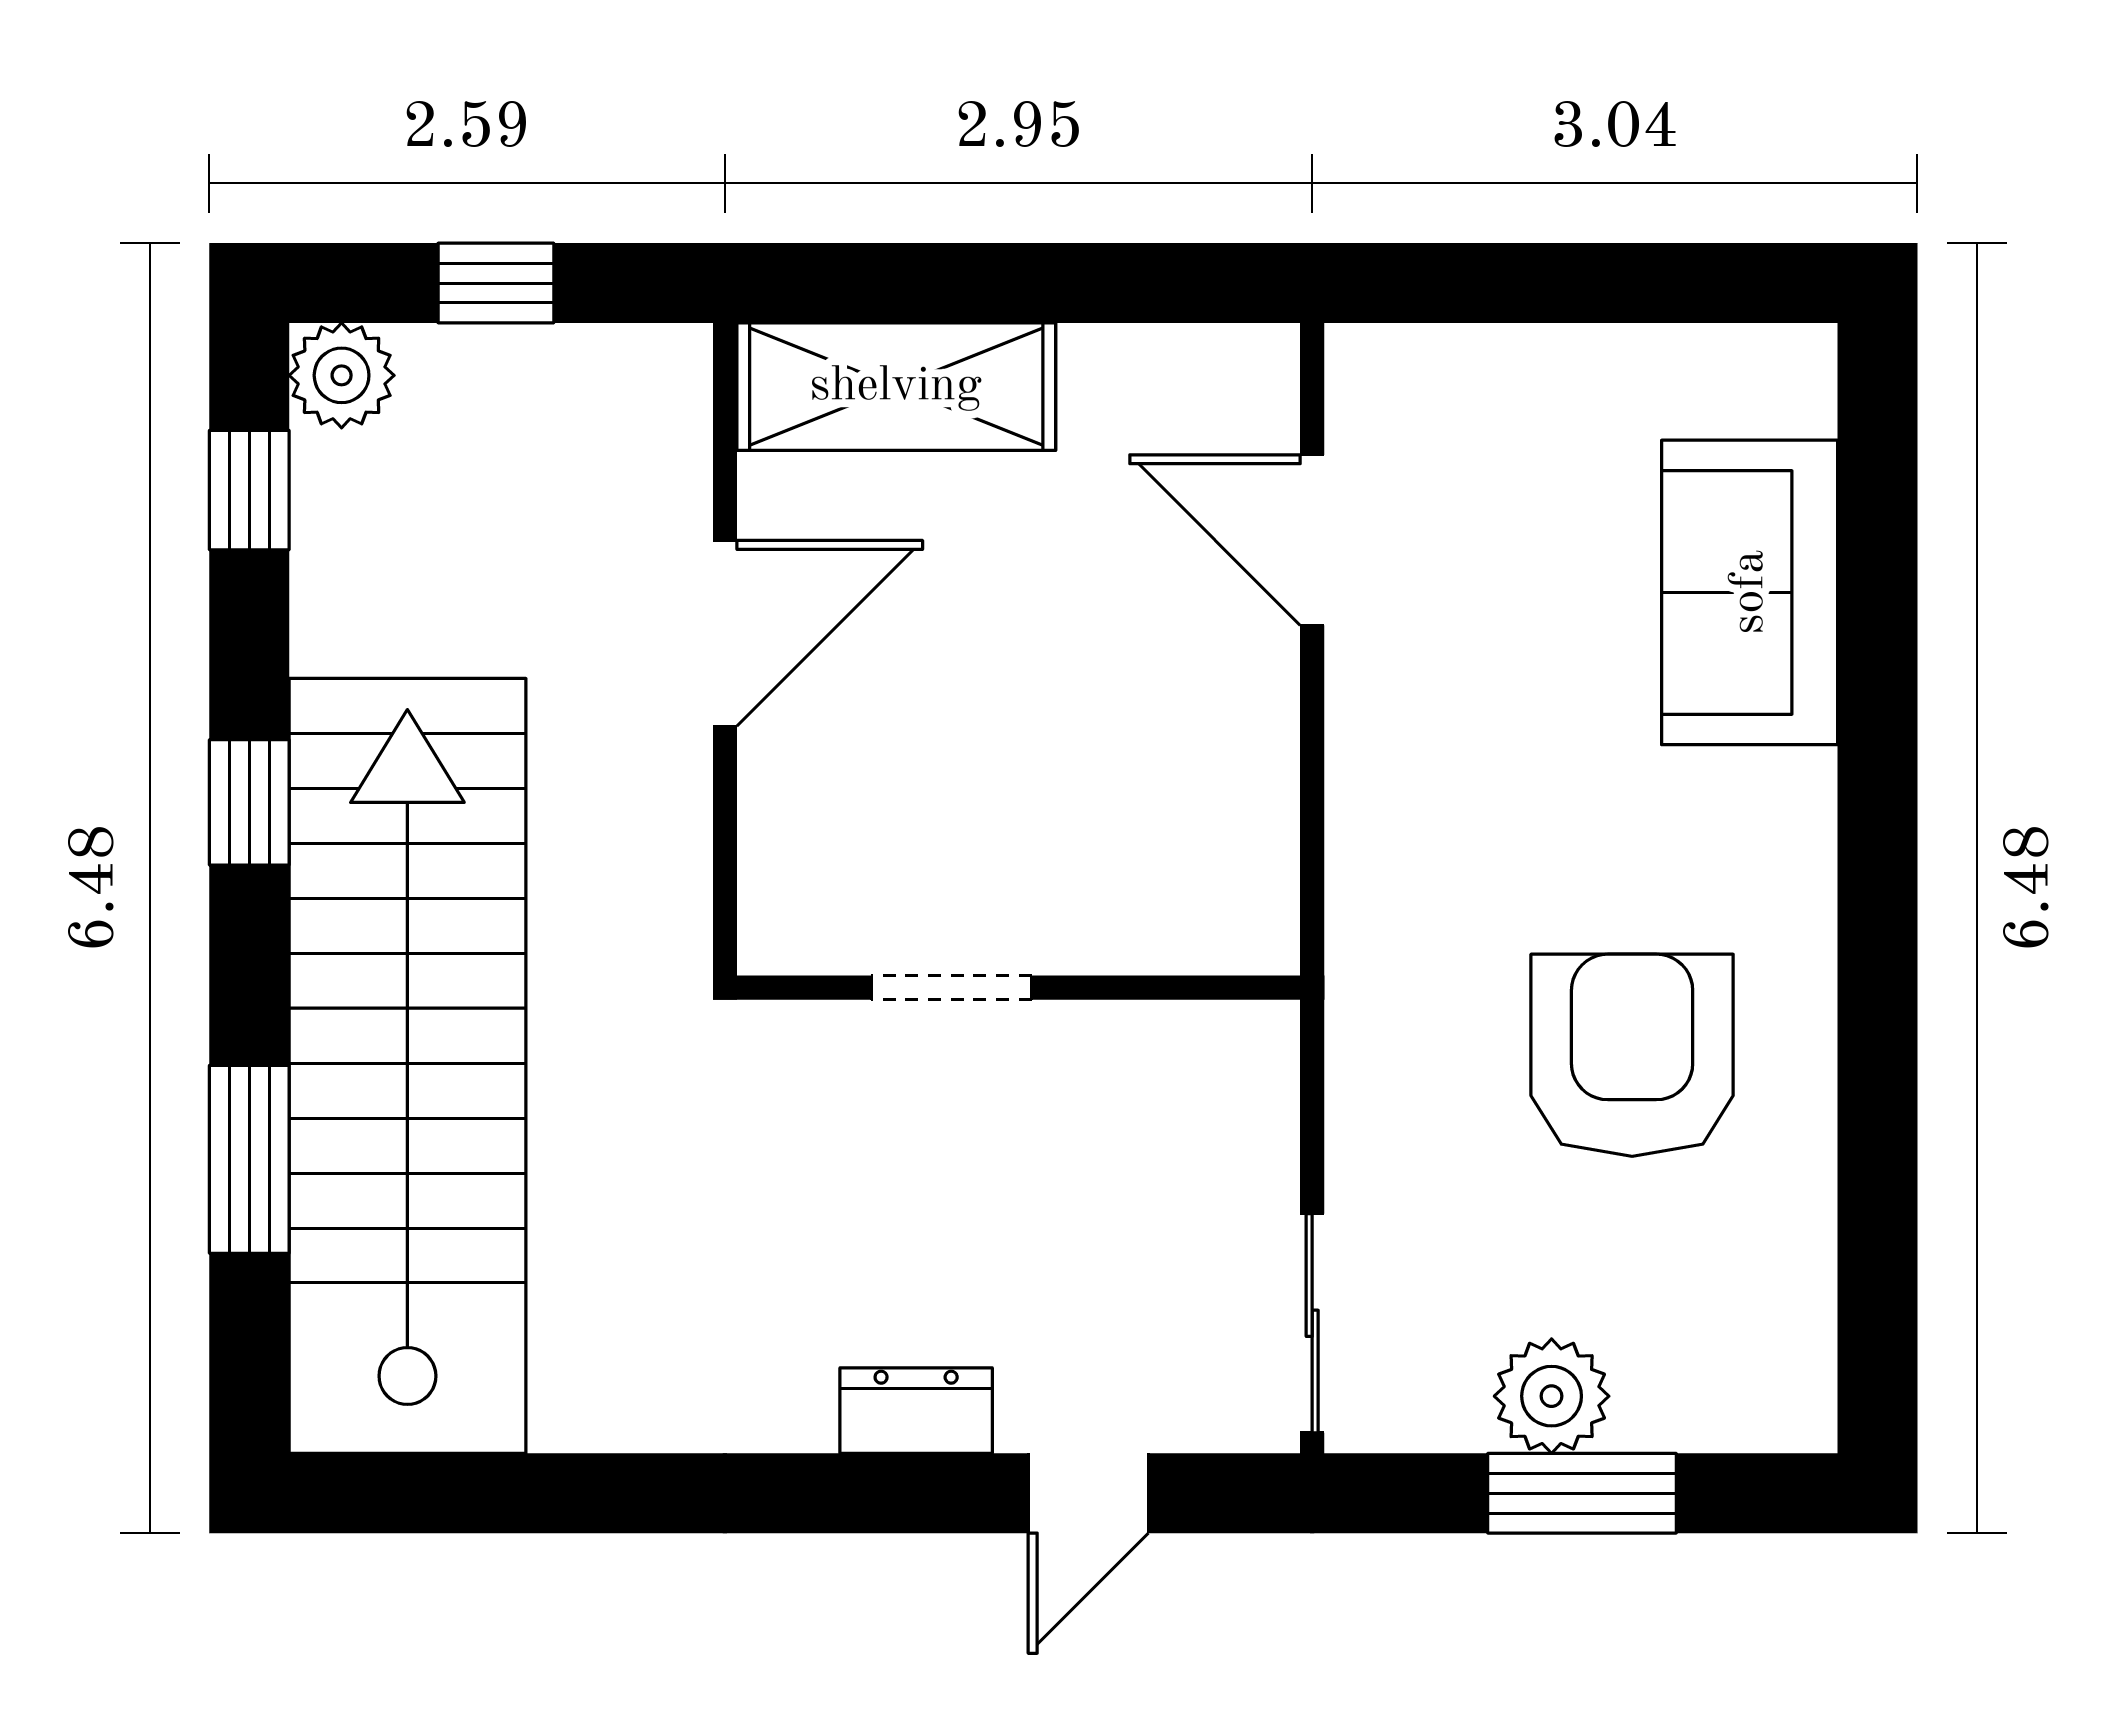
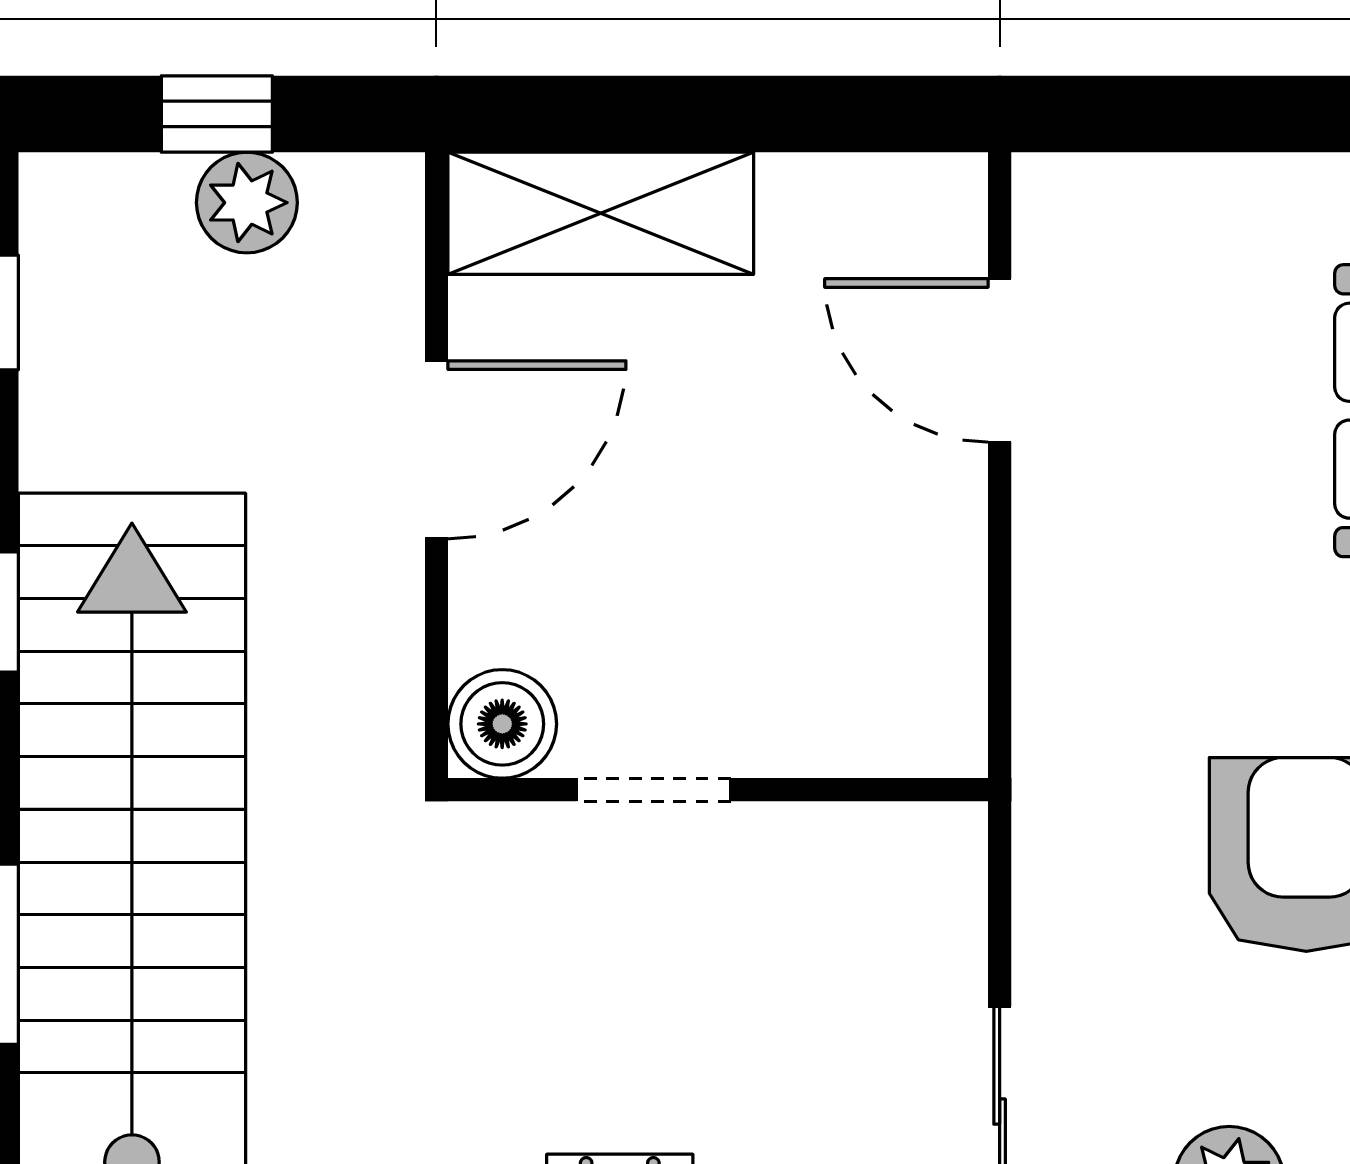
plant: (342, 375) -> (247, 203), moved
boiler: (794, 919) -> (502, 724), added

